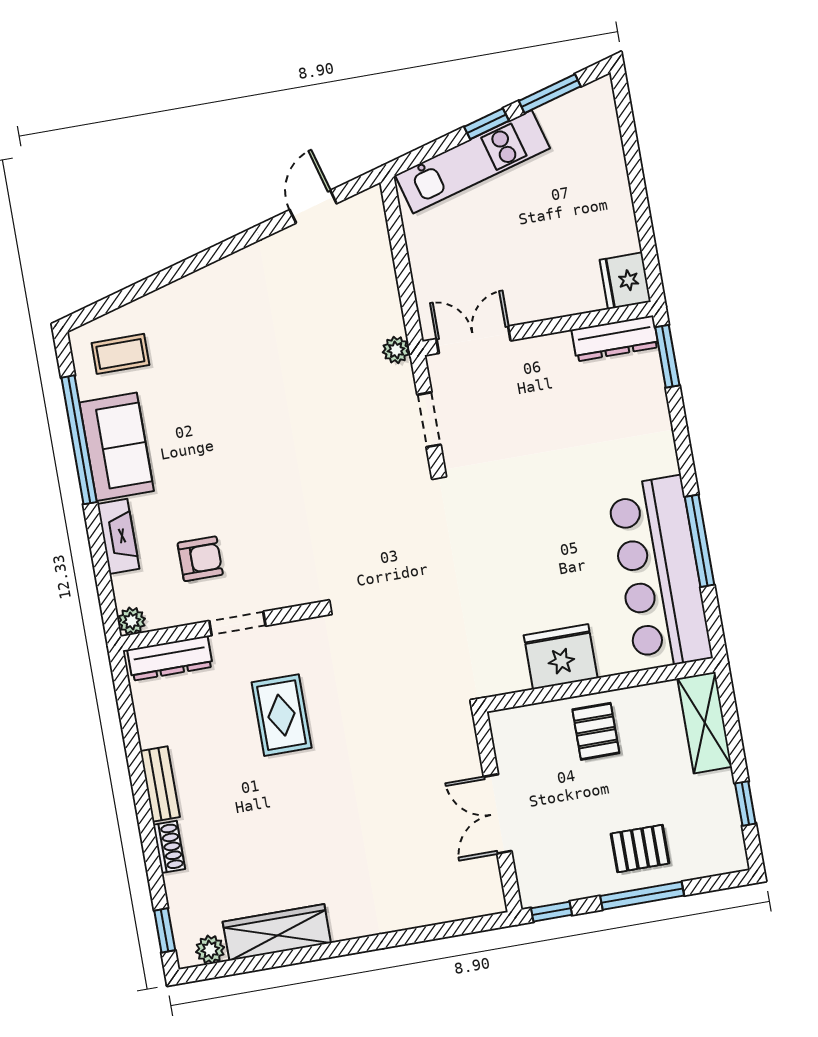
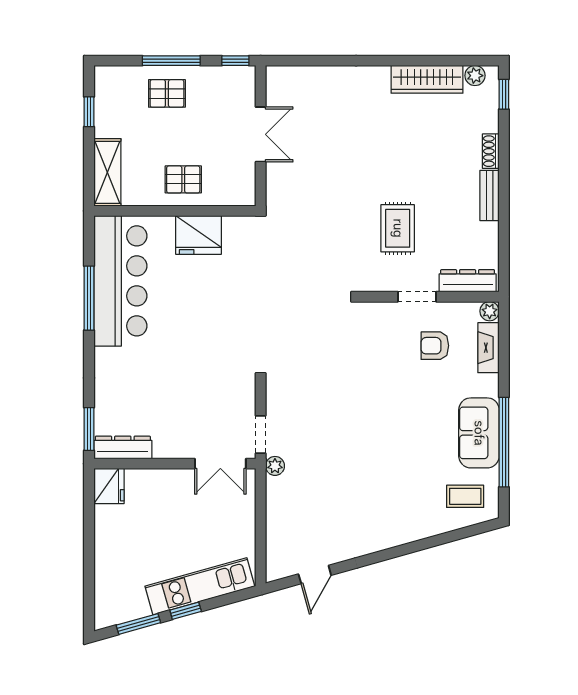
doorway: (429, 420) -> (261, 435), moved
fireplace: (118, 536) -> (489, 348), moved
pallet: (596, 731) -> (183, 179), turned 90

